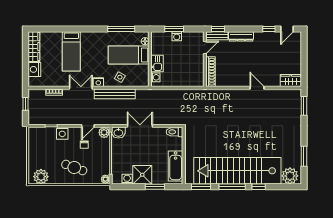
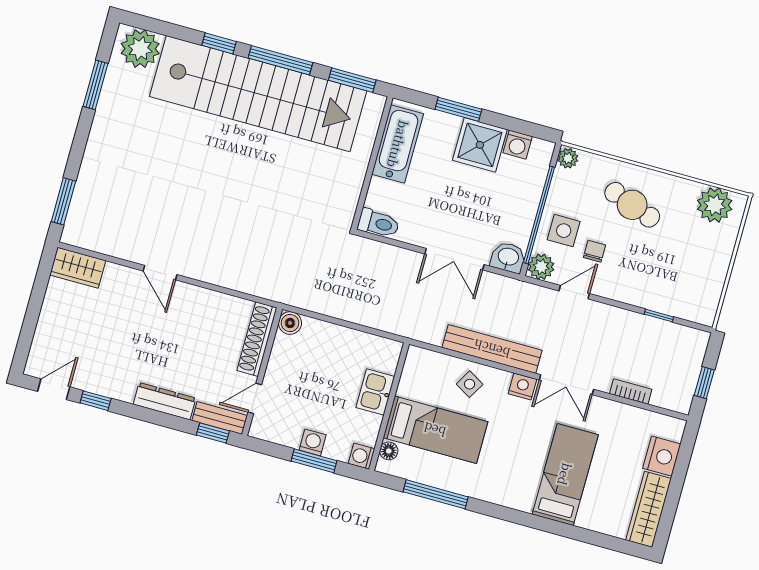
washing machine: (155, 77) -> (362, 456), moved
boiler: (199, 82) -> (290, 323), added
side table: (62, 134) -> (564, 231), moved

